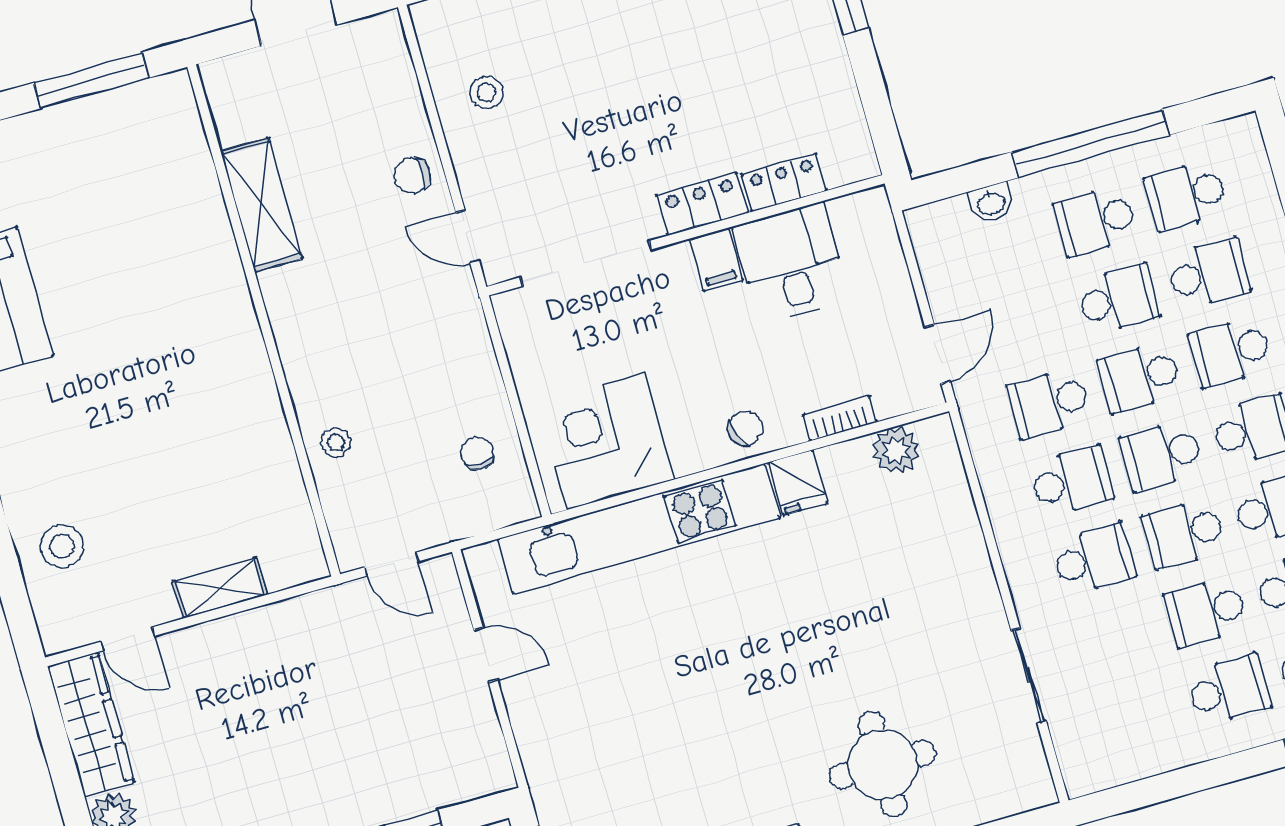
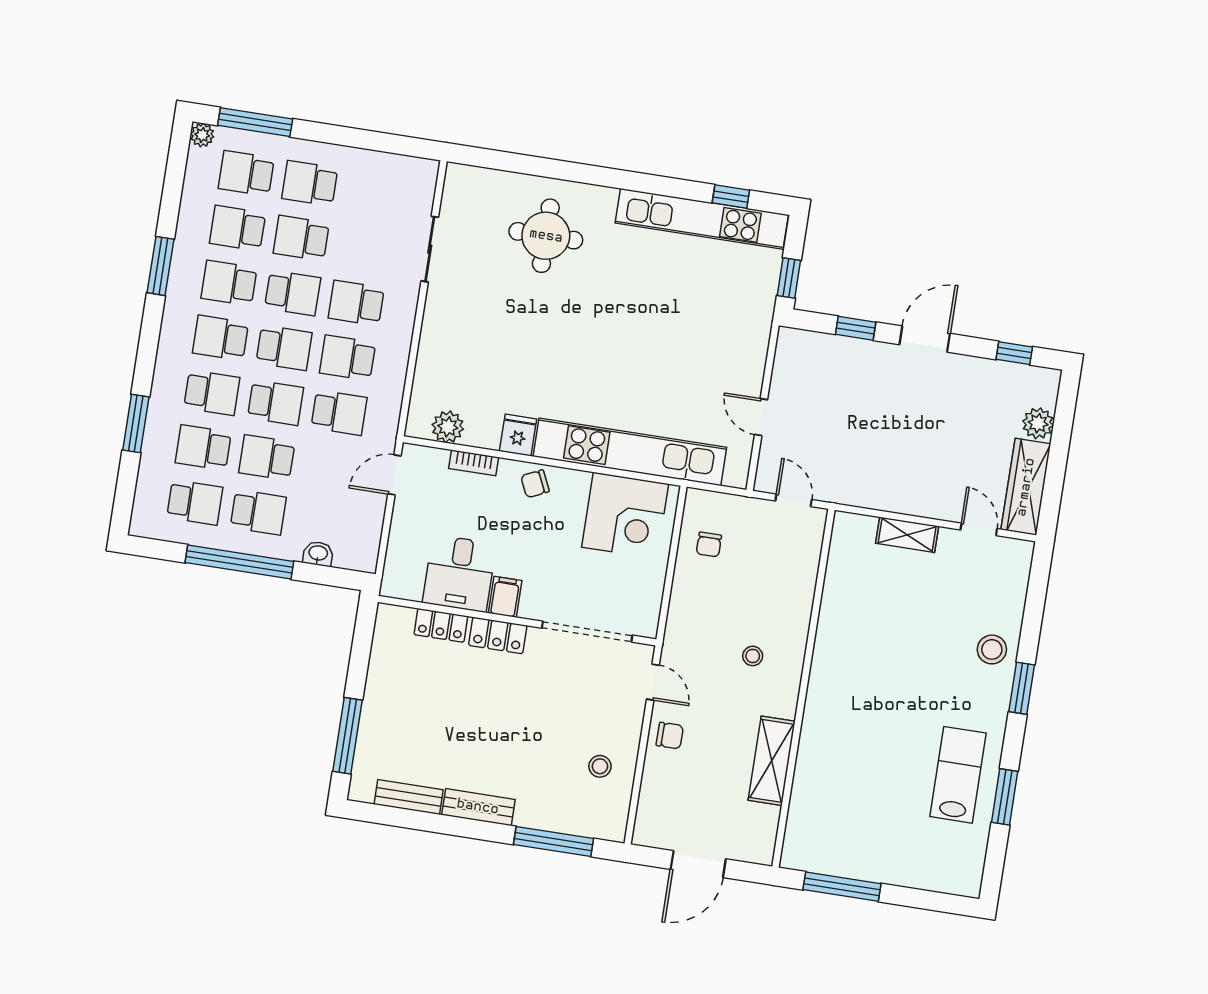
stool: (336, 443) -> (753, 656), moved
stool: (62, 546) -> (992, 649), moved
school desk: (1206, 612) -> (301, 238), turned 180

